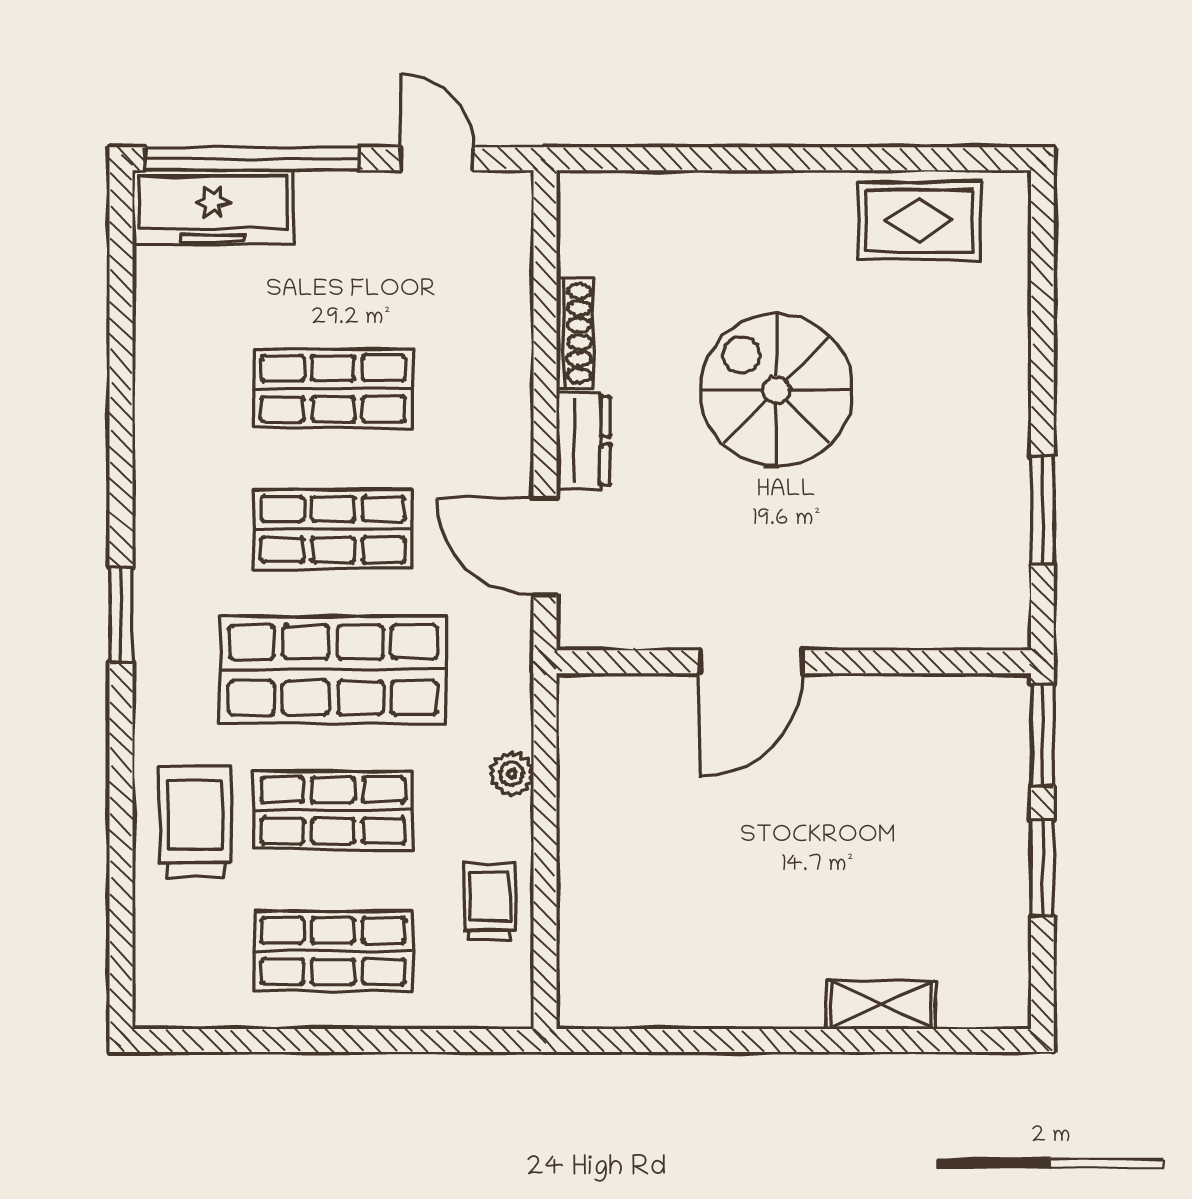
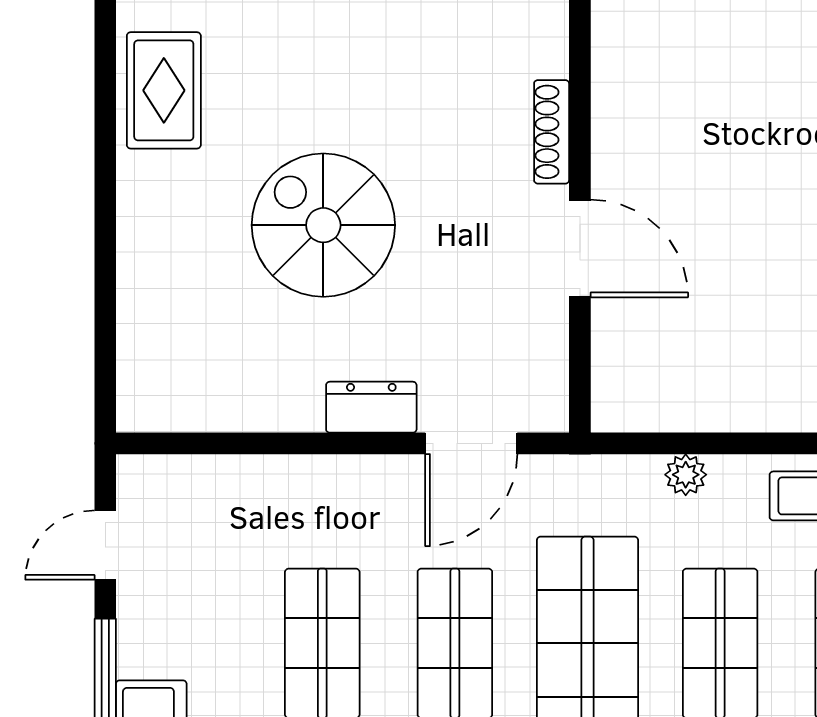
shoe rack: (575, 333) -> (552, 132), moved, turned -90
spiral stairs: (776, 390) -> (323, 225), turned 90

